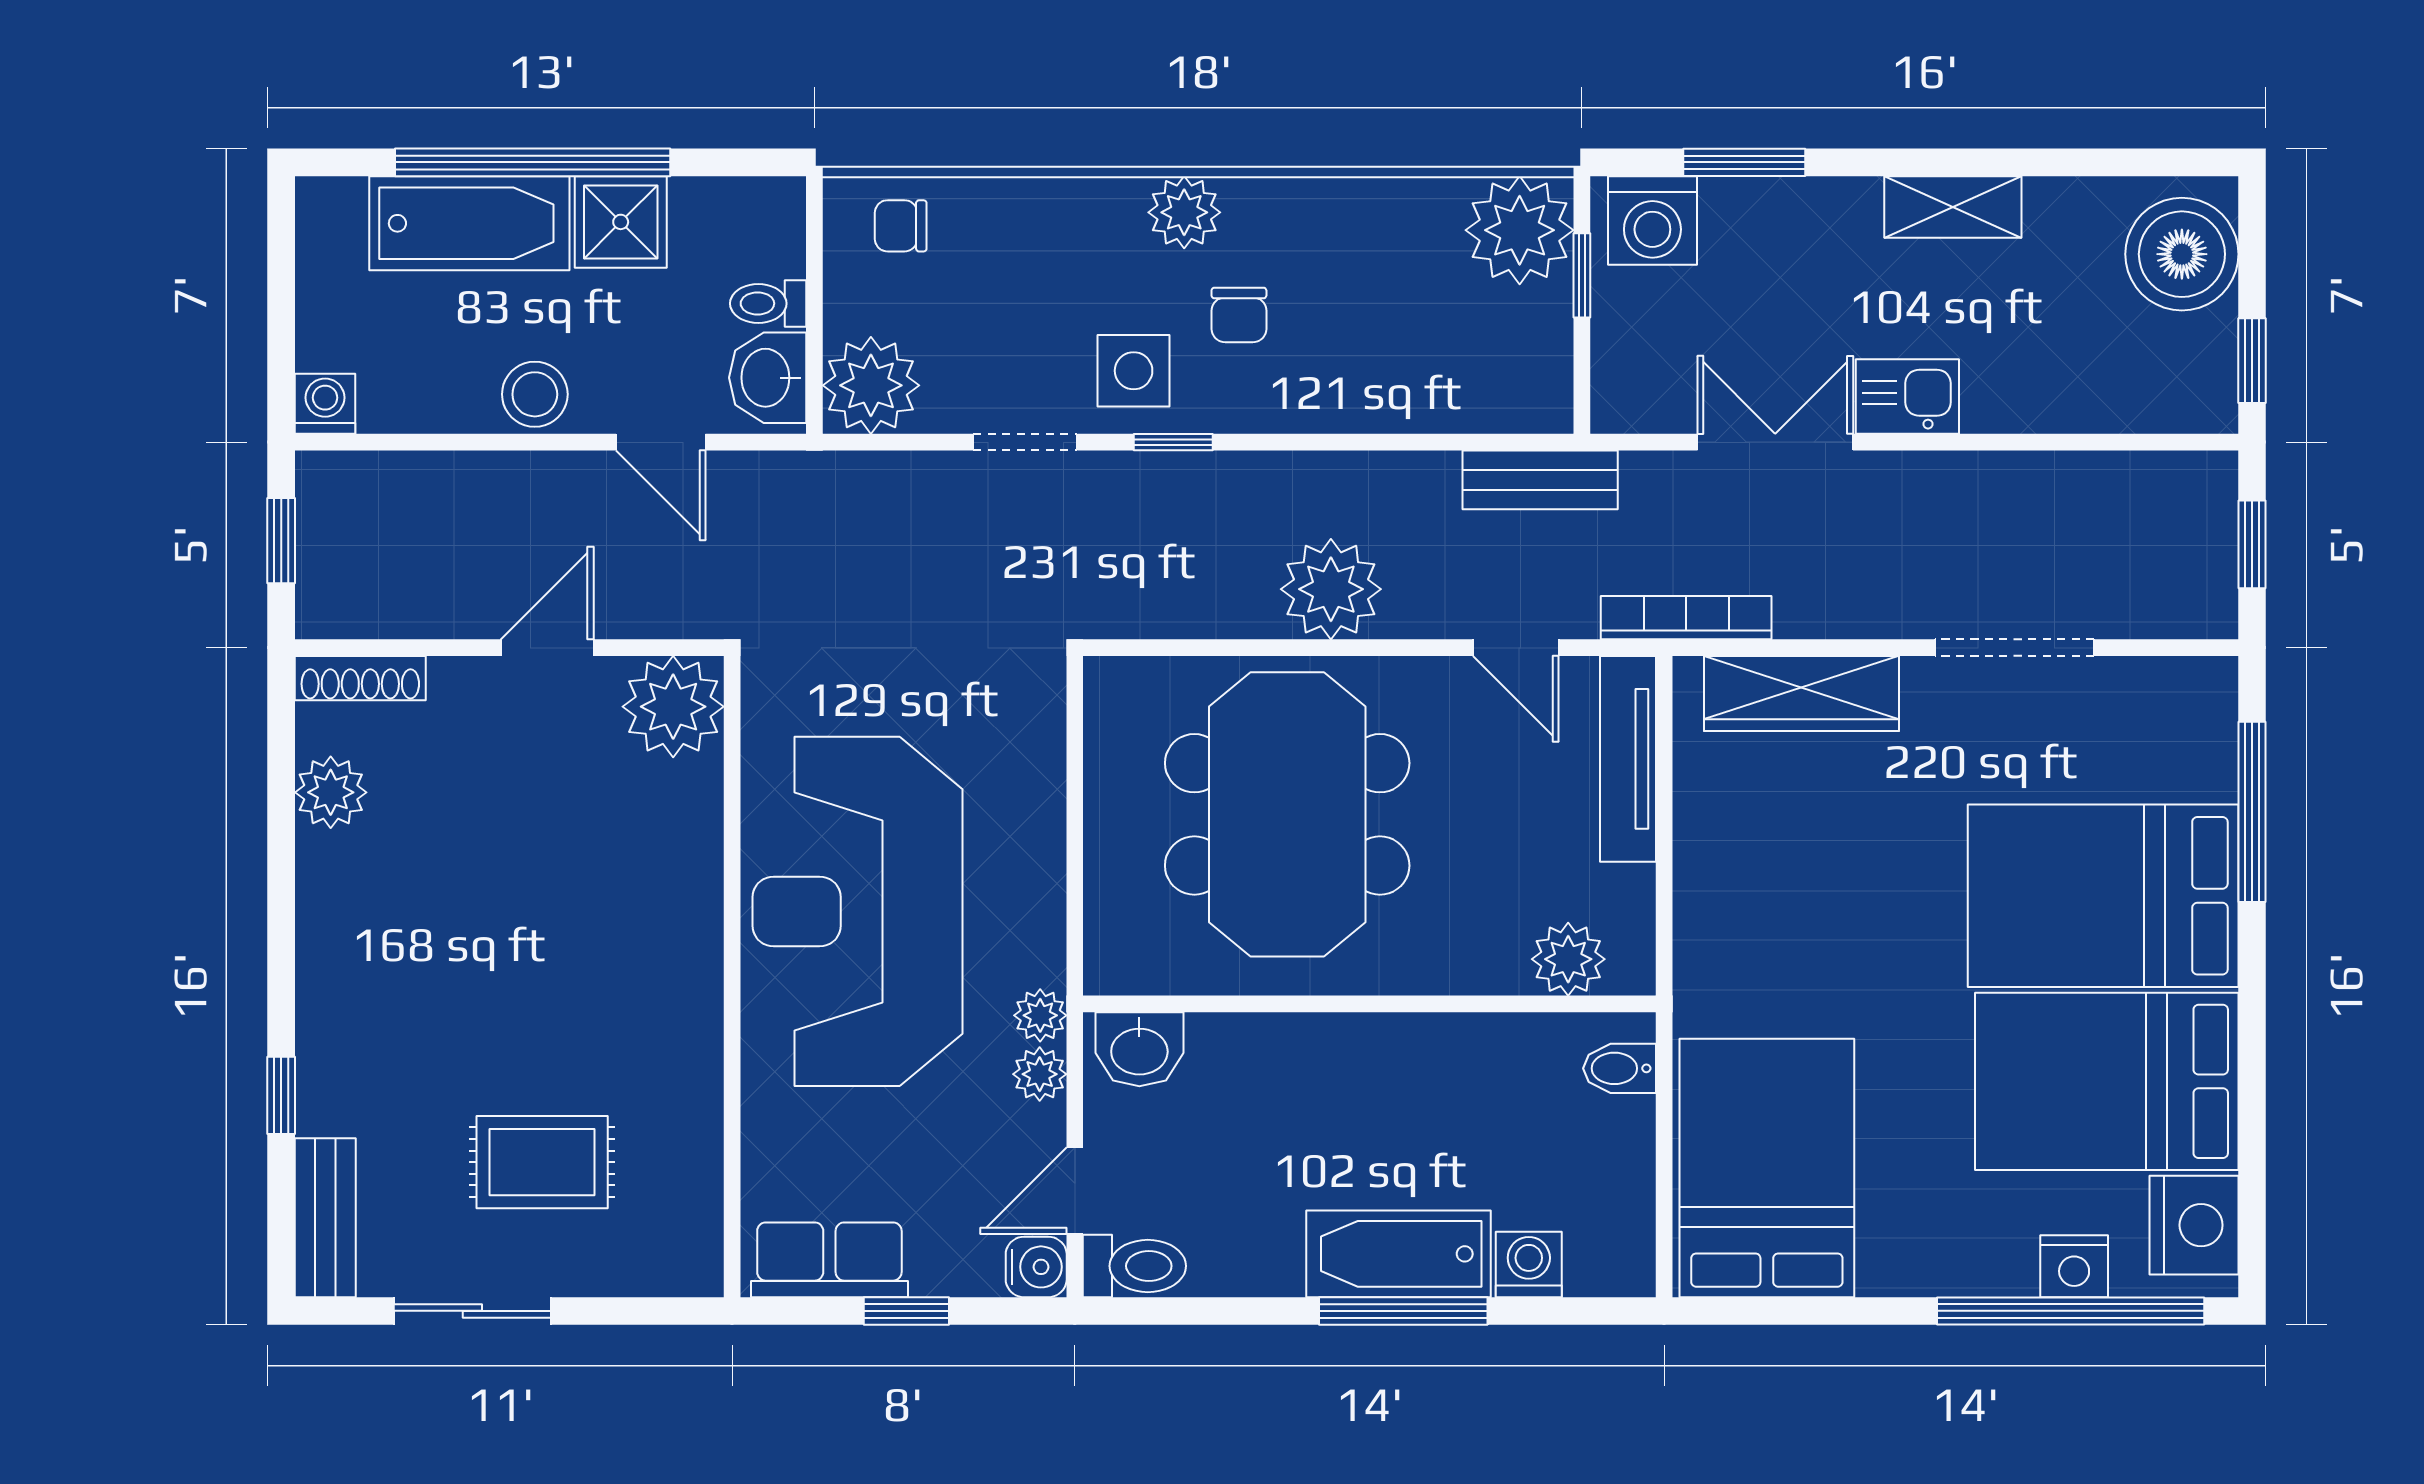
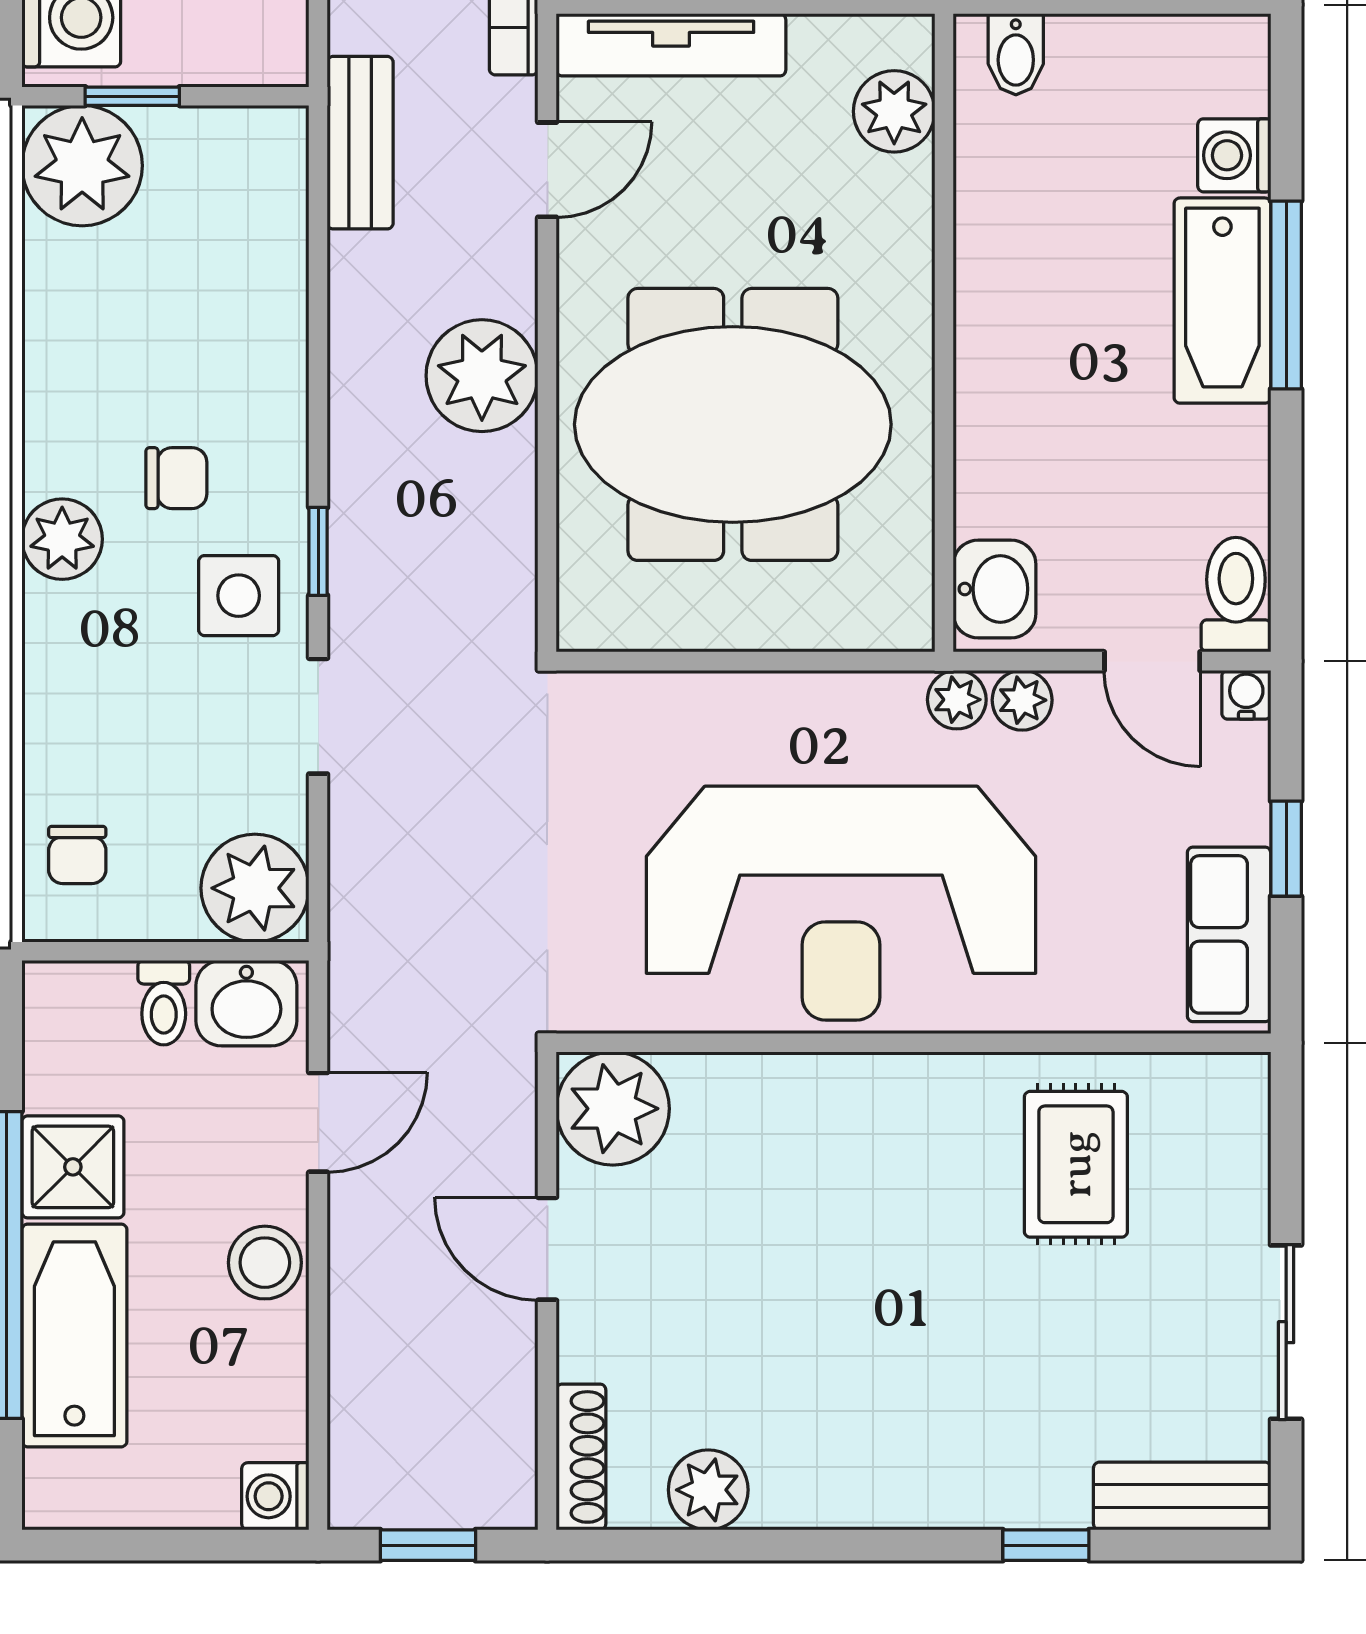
rug: (542, 1162) -> (1076, 1164), moved
water cooler: (1036, 1267) -> (1246, 695), width x0.72, depth x0.72

